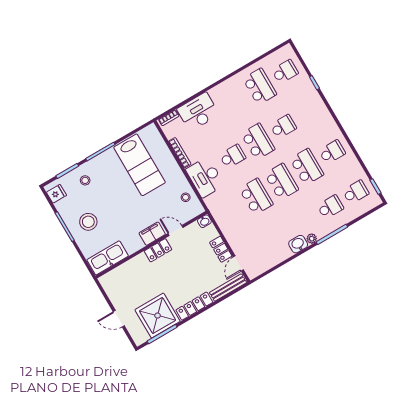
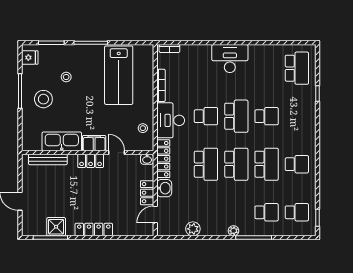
school desk: (285, 72) -> (297, 68), width x1.85
school desk: (260, 87) -> (267, 68), removed
desk: (198, 112) -> (230, 59), moved
stool: (85, 180) -> (66, 77), moved
locker: (218, 213) -> (163, 159), added
washbasin: (298, 244) -> (164, 188), moved, turned 90
plant: (277, 257) -> (193, 229), added
kitchen sink: (108, 258) -> (62, 141), moved
bench: (228, 288) -> (48, 159), moved
shower: (158, 316) -> (56, 227), width x0.54, depth x0.54

